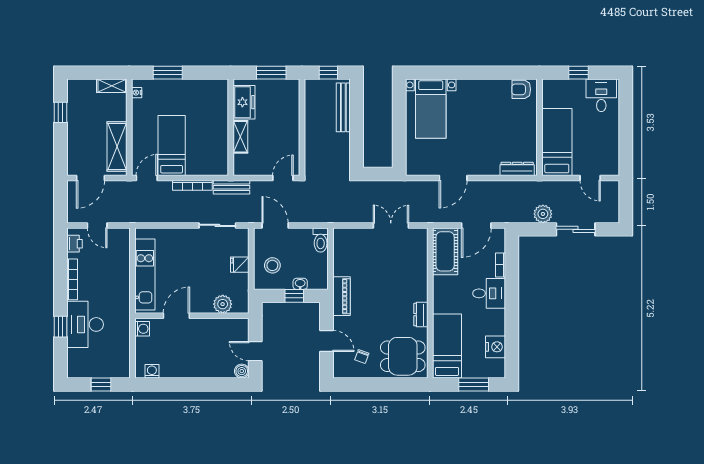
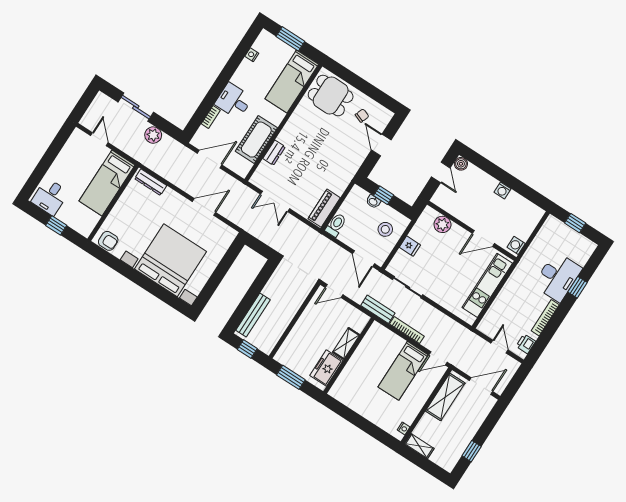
window: (168, 73) -> (370, 428), removed
bed with nightstands: (431, 109) -> (170, 260), width x1.85
cot: (445, 251) -> (256, 140), moved
piano: (341, 296) -> (324, 208), moved
dresser: (421, 315) -> (274, 153), moved
nightstand: (495, 347) -> (252, 55), width x0.53, depth x0.56
washing machine: (152, 371) -> (503, 190), moved

